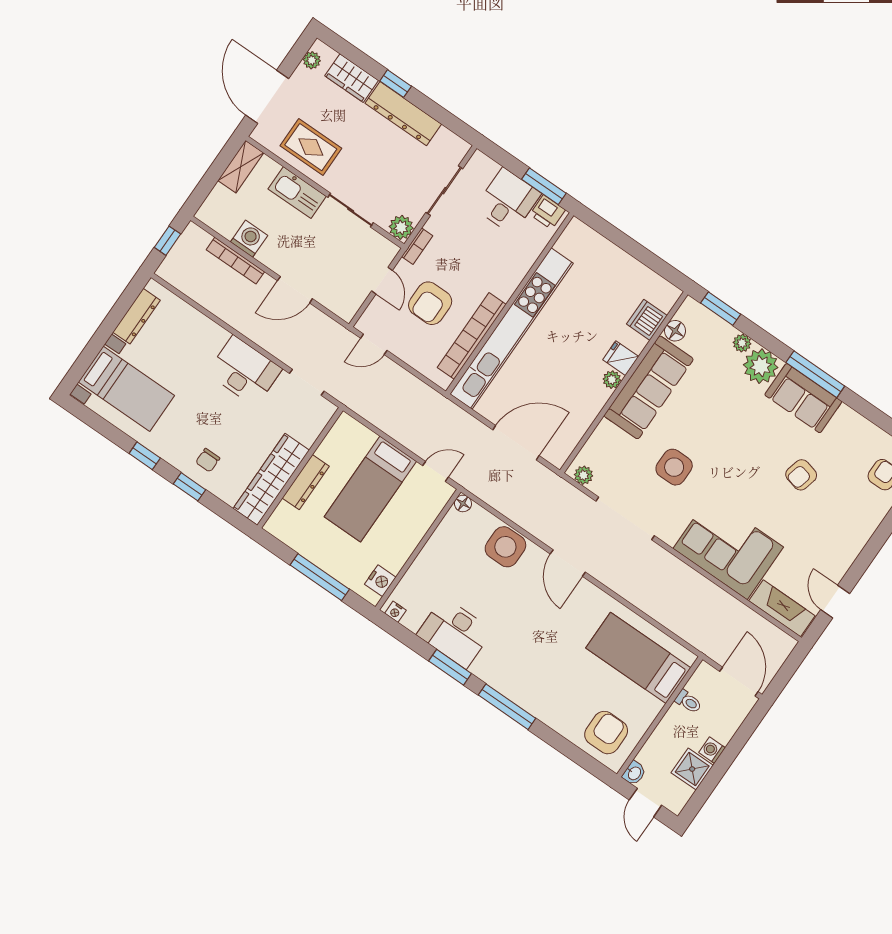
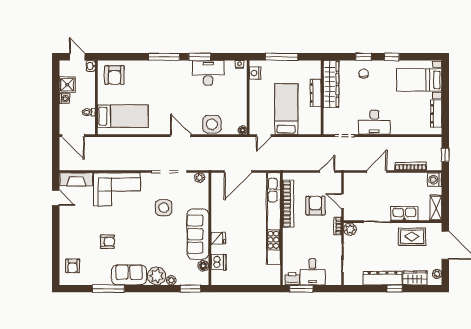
washing machine: (249, 239) -> (435, 180), moved, turned 90
window: (815, 374) -> (108, 289), moved
plant: (612, 380) -> (216, 227), removed
armchair: (801, 475) -> (107, 242), turned 76

